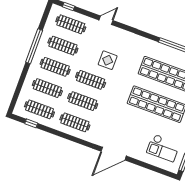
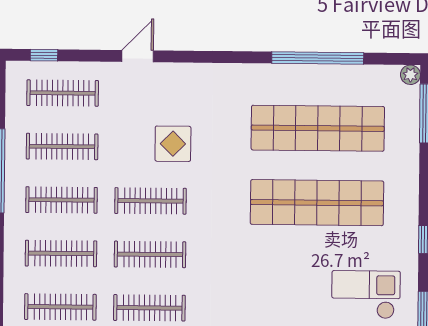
checkout: (163, 148) -> (366, 295), turned 180

